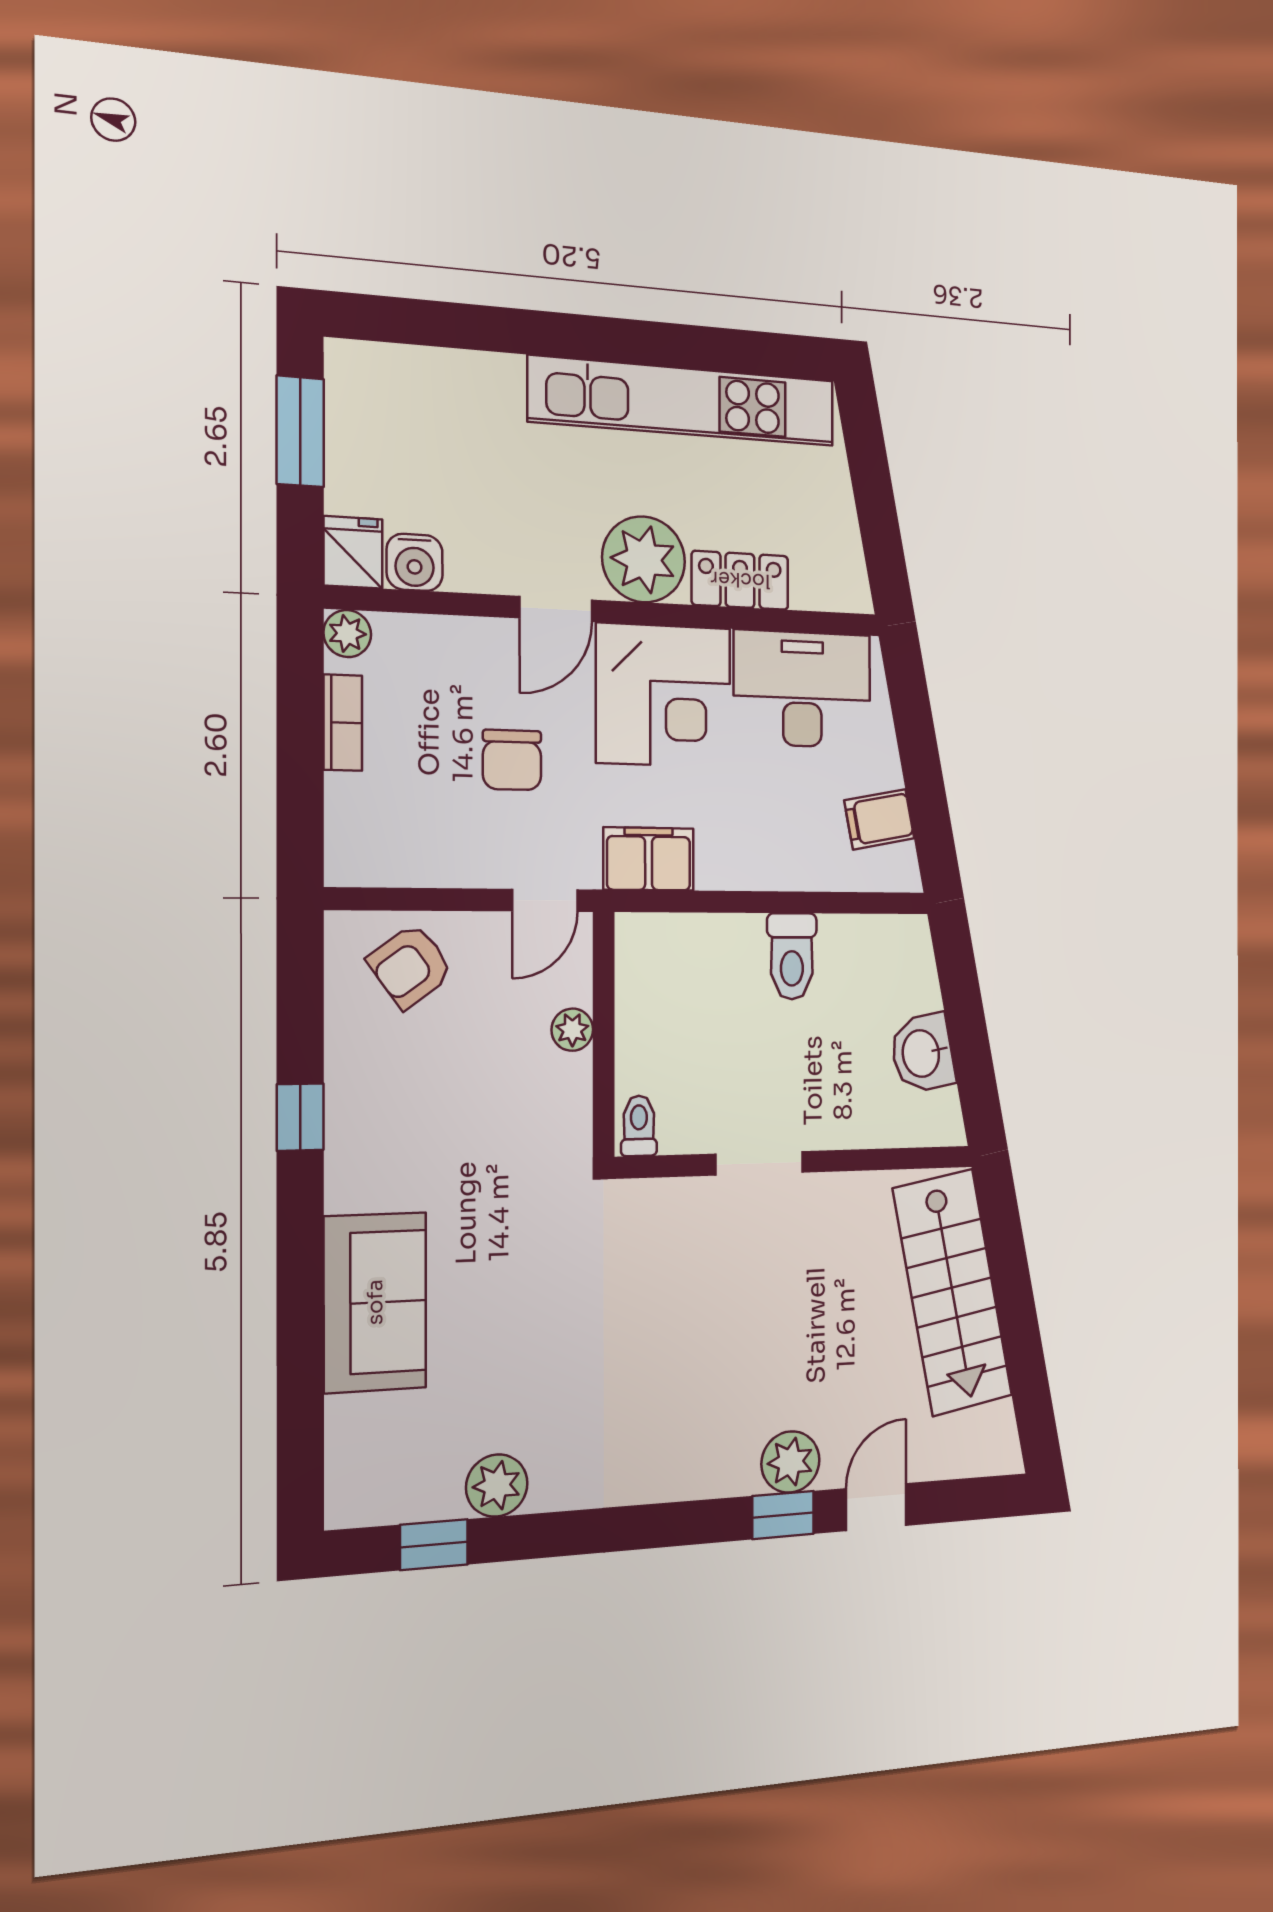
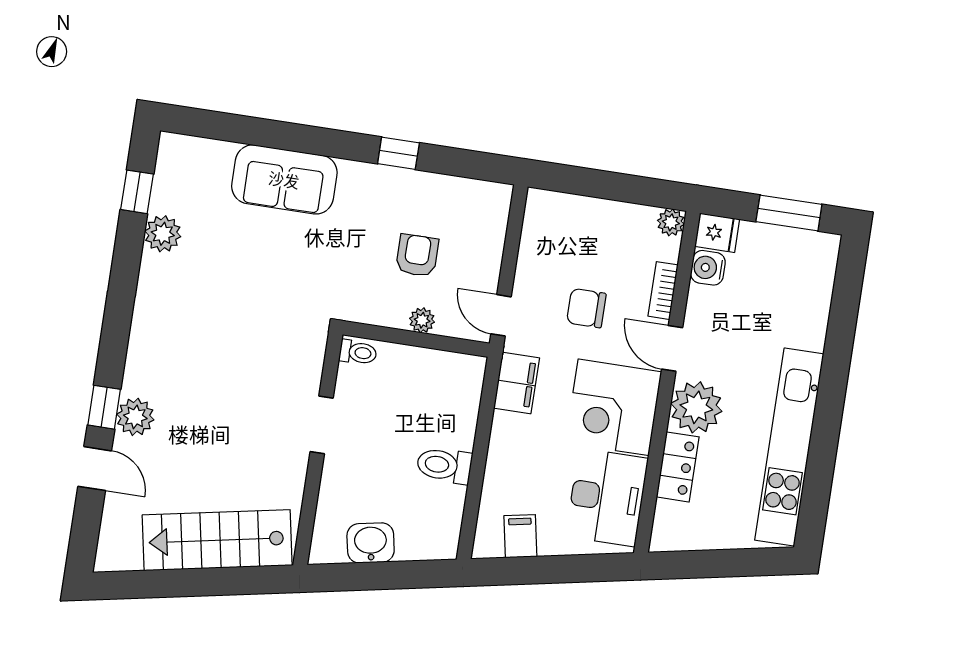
bookcase: (343, 723) -> (663, 291), moved, turned 90
armchair: (410, 966) -> (417, 255), moved, turned 36

